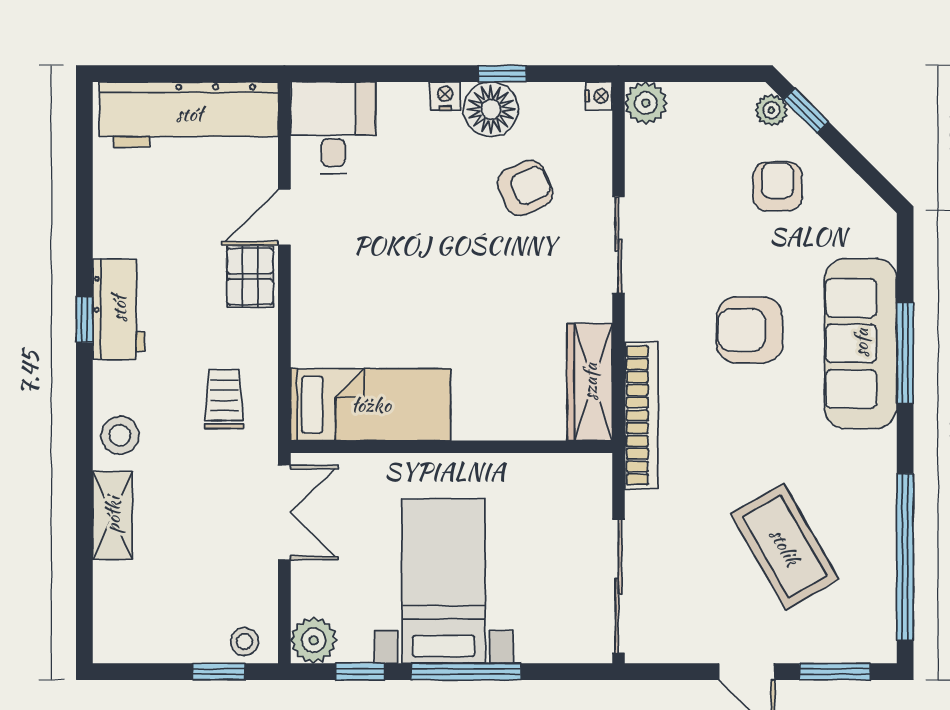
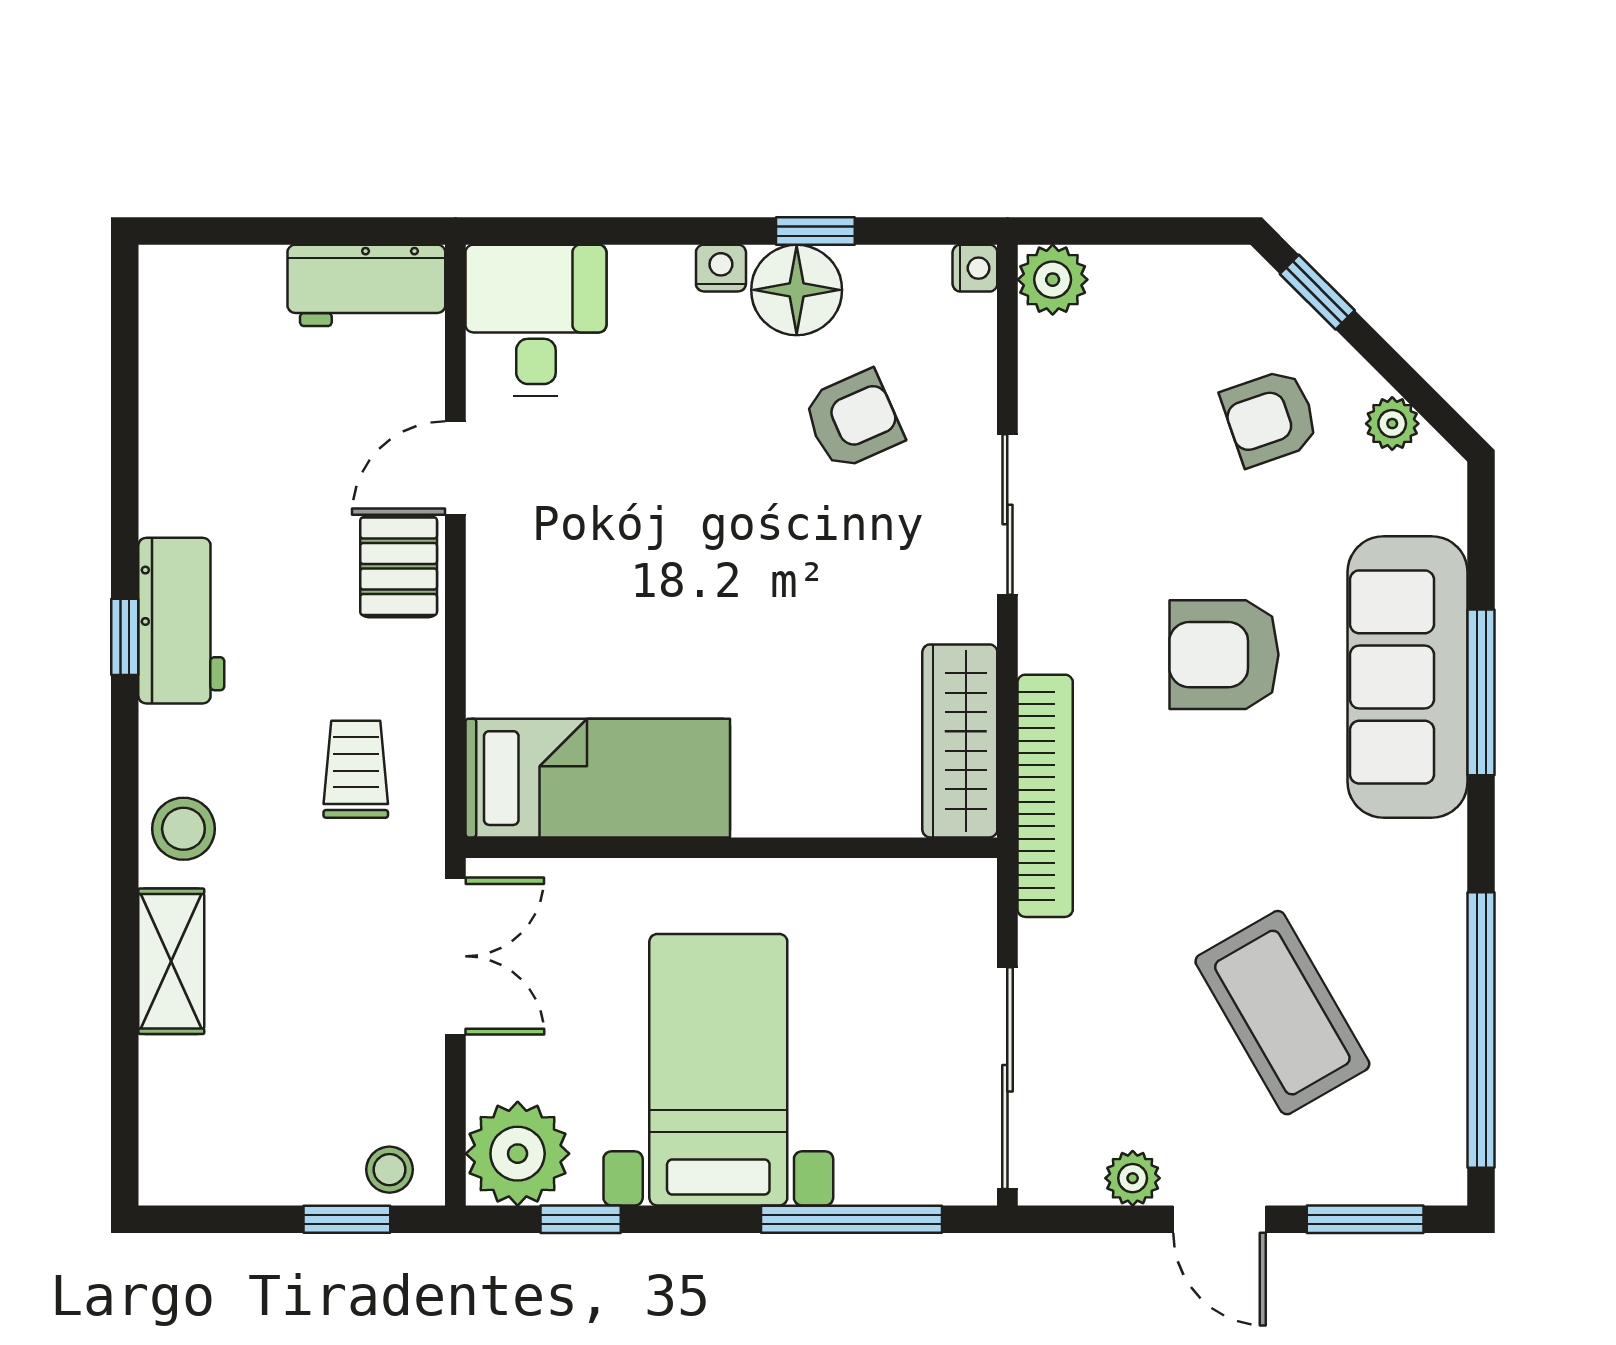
plant: (771, 110) -> (1392, 424), moved
workbench: (189, 114) -> (366, 285), width x0.53, depth x0.76
armchair: (777, 186) -> (1270, 418), turned -109
plant: (314, 640) -> (518, 1154), width x1.36, depth x1.36
plant: (694, 647) -> (1133, 1178), added
window: (466, 672) -> (852, 1219), moved

